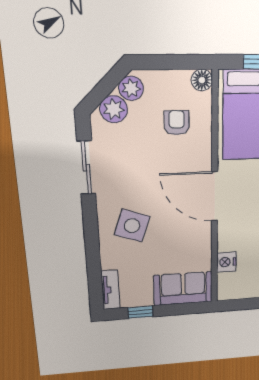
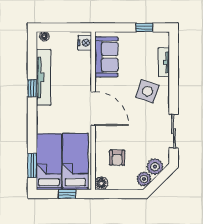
nightstand: (226, 262) -> (85, 43), moved
sofa: (183, 289) -> (106, 57), moved, turned -90
tv unit: (110, 290) -> (164, 62), moved

